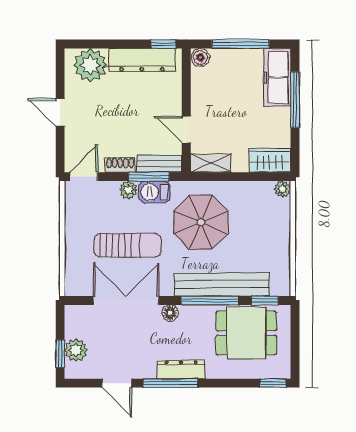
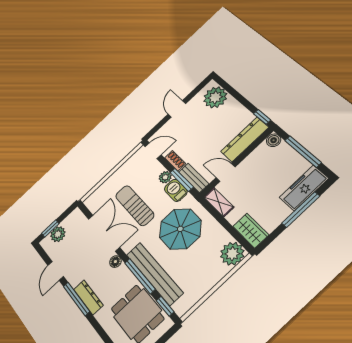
dresser: (142, 60) -> (245, 139), moved, turned 90
door: (186, 130) -> (226, 172), hinge flipped
plant: (282, 189) -> (232, 254), width x1.88, depth x1.88
sun lounger: (128, 245) -> (135, 206), turned 180

